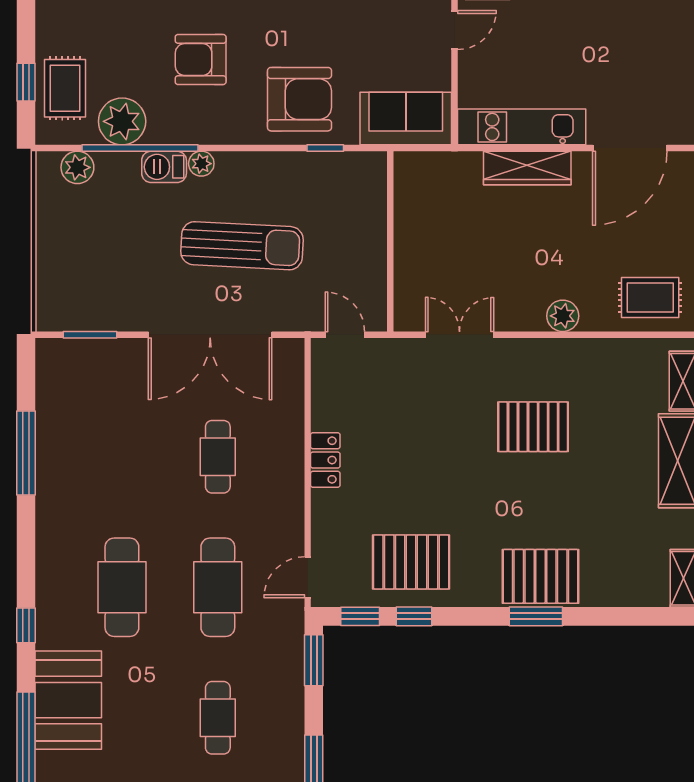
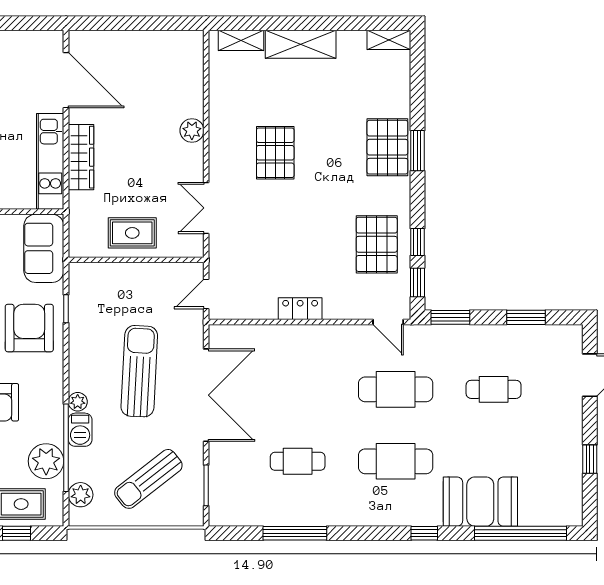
sun lounger: (98, 258) -> (148, 479), added
rug: (650, 298) -> (132, 233), moved, turned 90
cafe table: (218, 457) -> (298, 461), moved

